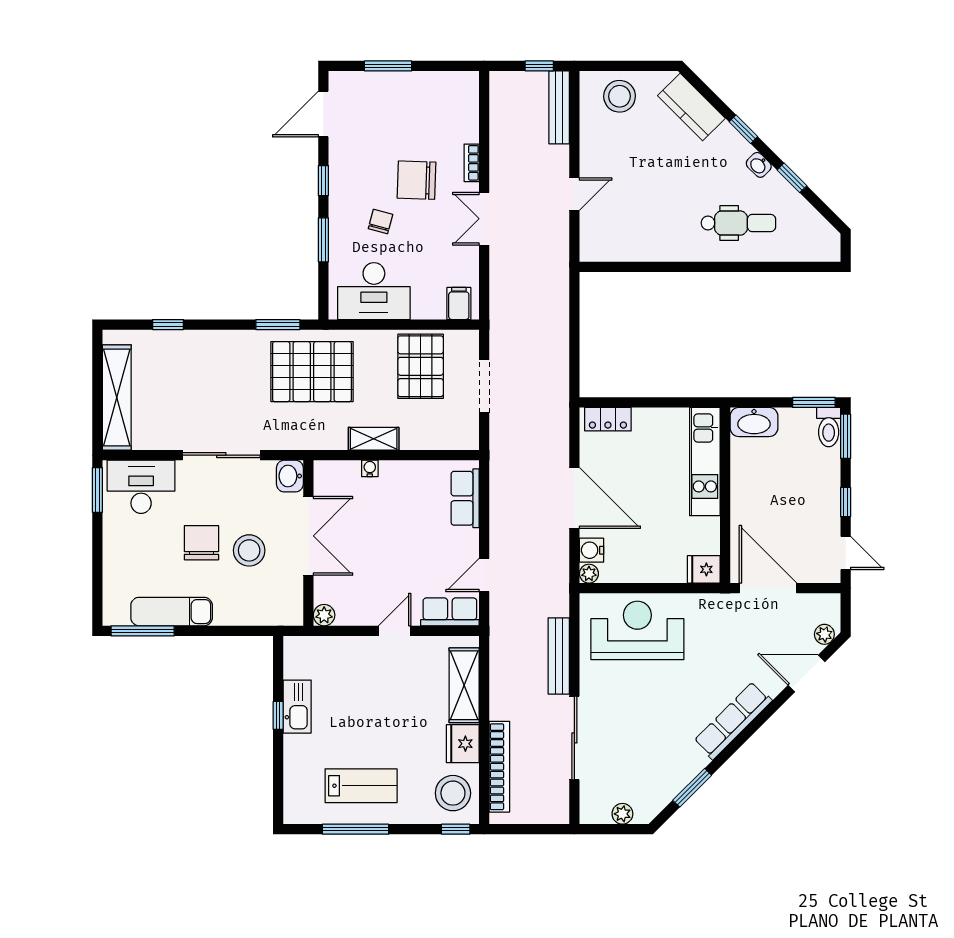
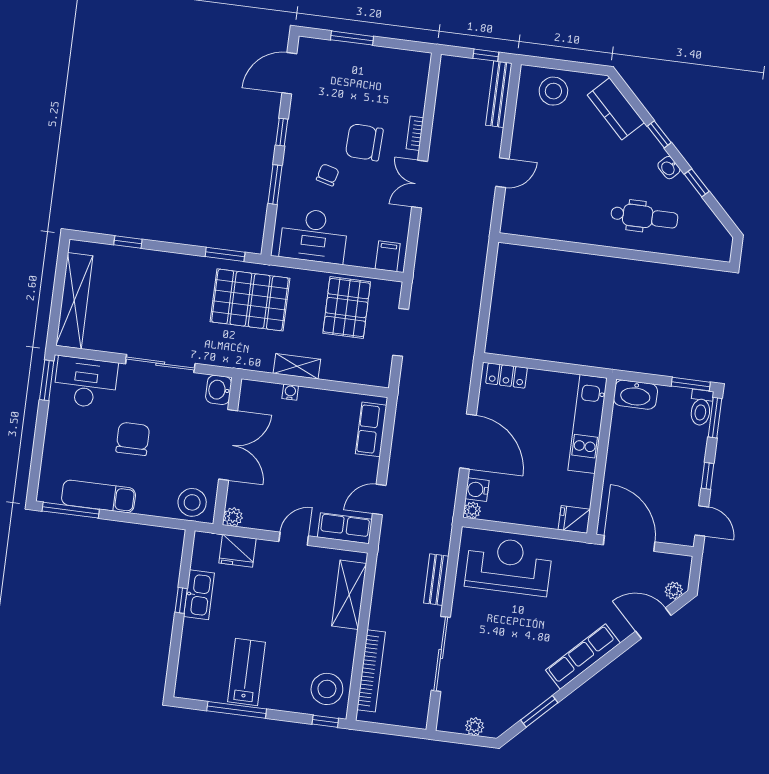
stool: (249, 550) -> (192, 502), moved
bench: (559, 656) -> (436, 580), width x0.73
fridge: (463, 744) -> (237, 551), moved, turned -90
lab bench: (361, 786) -> (246, 672), turned -90

